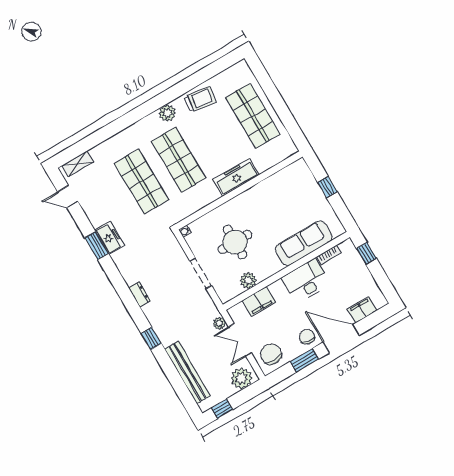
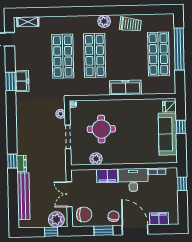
window: (274, 96) -> (179, 49), added
fridge: (300, 171) -> (169, 107), added
sofa: (304, 243) -> (168, 134), moved, turned -90
dresser: (140, 294) -> (22, 164), moved
filing cabinet: (259, 302) -> (107, 176), moved
plant: (219, 323) -> (61, 114), moved
chair: (271, 354) -> (84, 214), turned 90
window: (222, 409) -> (51, 232), moved

